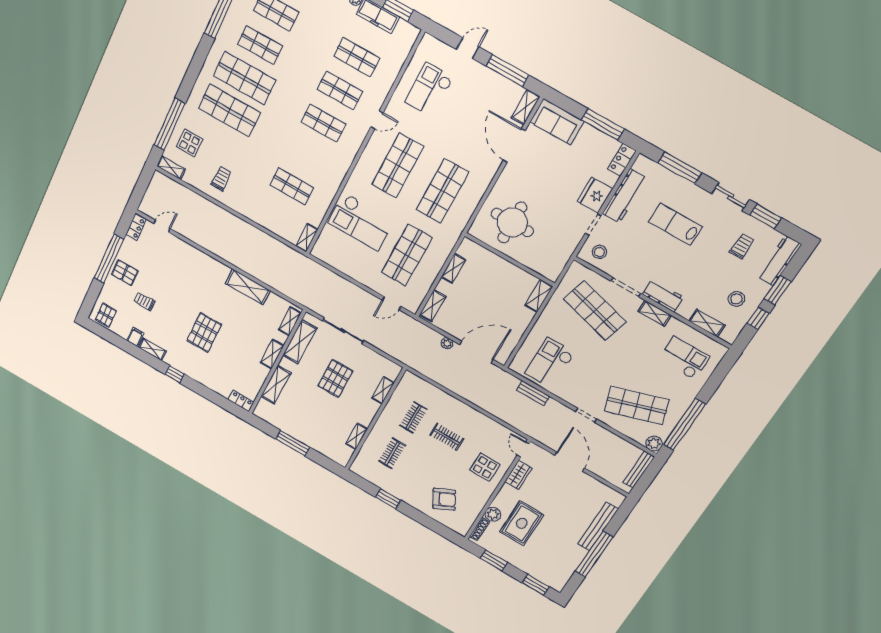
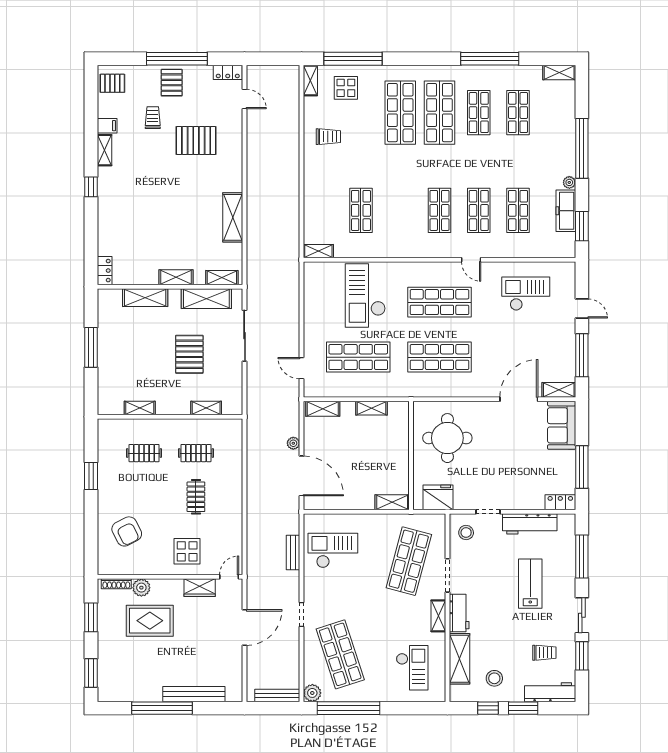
fridge: (595, 195) -> (438, 497), moved
shelving: (707, 323) -> (459, 659), width x1.50, depth x1.33
pallet: (204, 332) -> (196, 140), moved
pallet: (335, 378) -> (189, 354), turned 90

